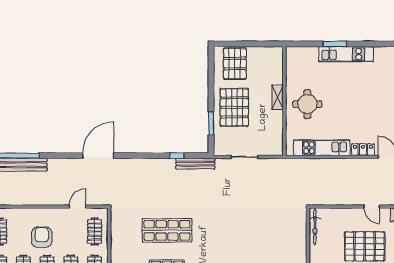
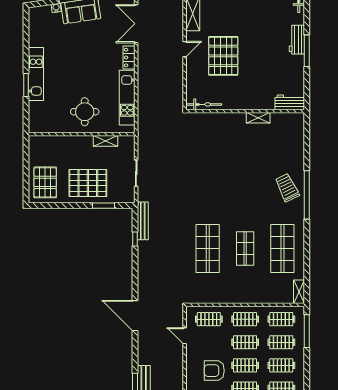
pallet: (235, 64) -> (45, 182), turned 90
shelving: (277, 97) -> (105, 141), moved

